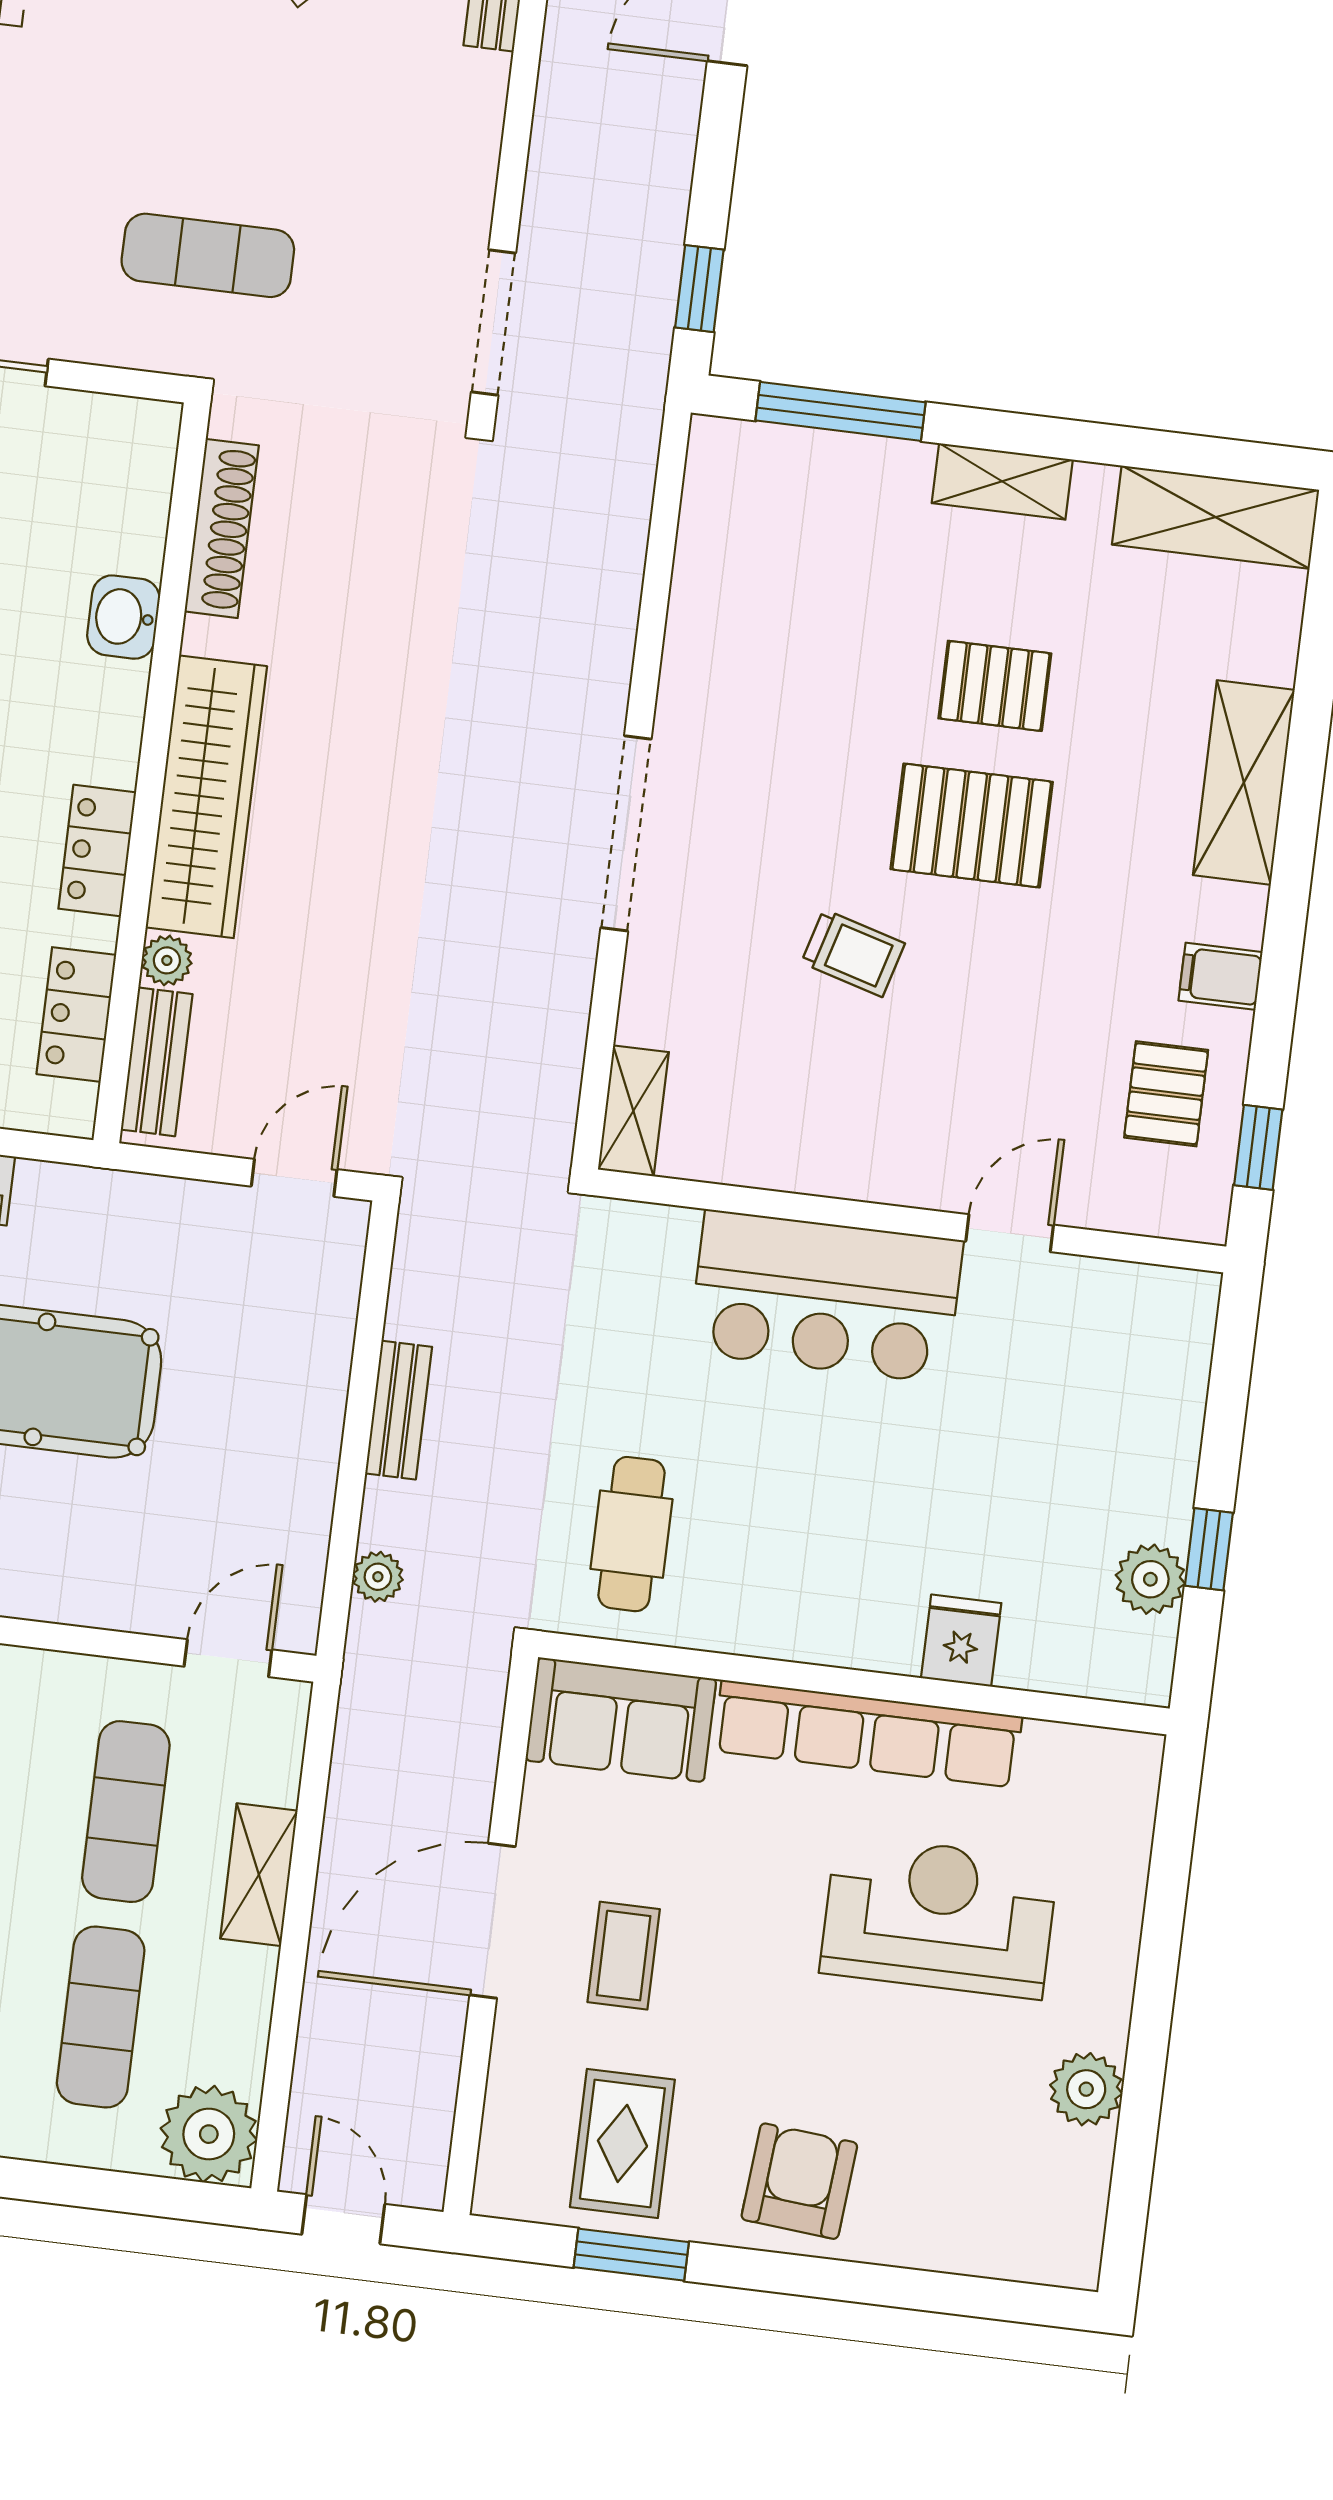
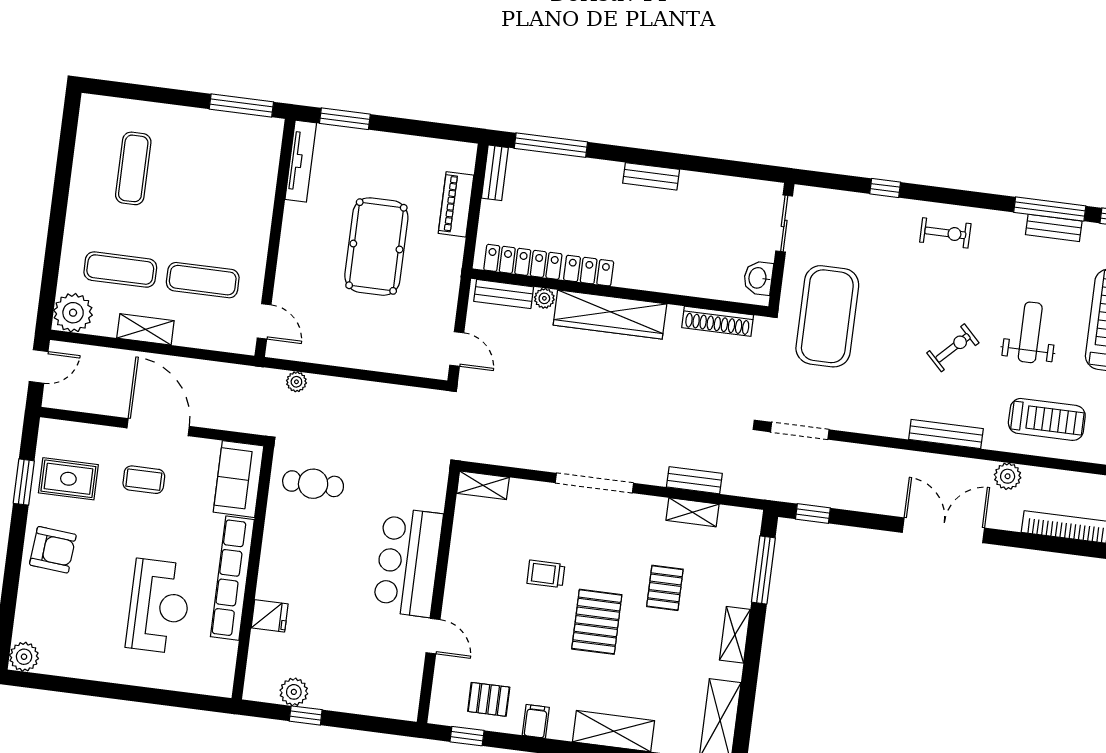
exercise mat: (208, 255) -> (827, 316), width x2.00, depth x1.45
shelving: (698, 588) -> (693, 512), added
washbasin: (123, 617) -> (758, 278), moved, turned -90
pallet: (995, 686) -> (665, 588), moved
trolley: (853, 953) -> (546, 574), turned 74
locker: (76, 1014) -> (523, 262), width x1.53
bench: (399, 1410) -> (694, 480), moved
shelving: (259, 1875) -> (145, 329), moved
plant: (1086, 2089) -> (24, 657), moved

